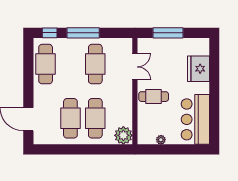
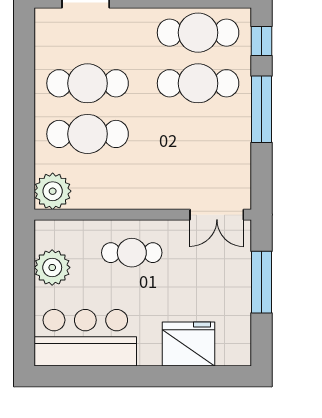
cafe table: (95, 64) -> (198, 83), moved
double door: (135, 67) -> (217, 215), moved
cafe table: (154, 97) -> (132, 253), turned 90
plant: (161, 140) -> (52, 267), width x1.87, depth x1.87

